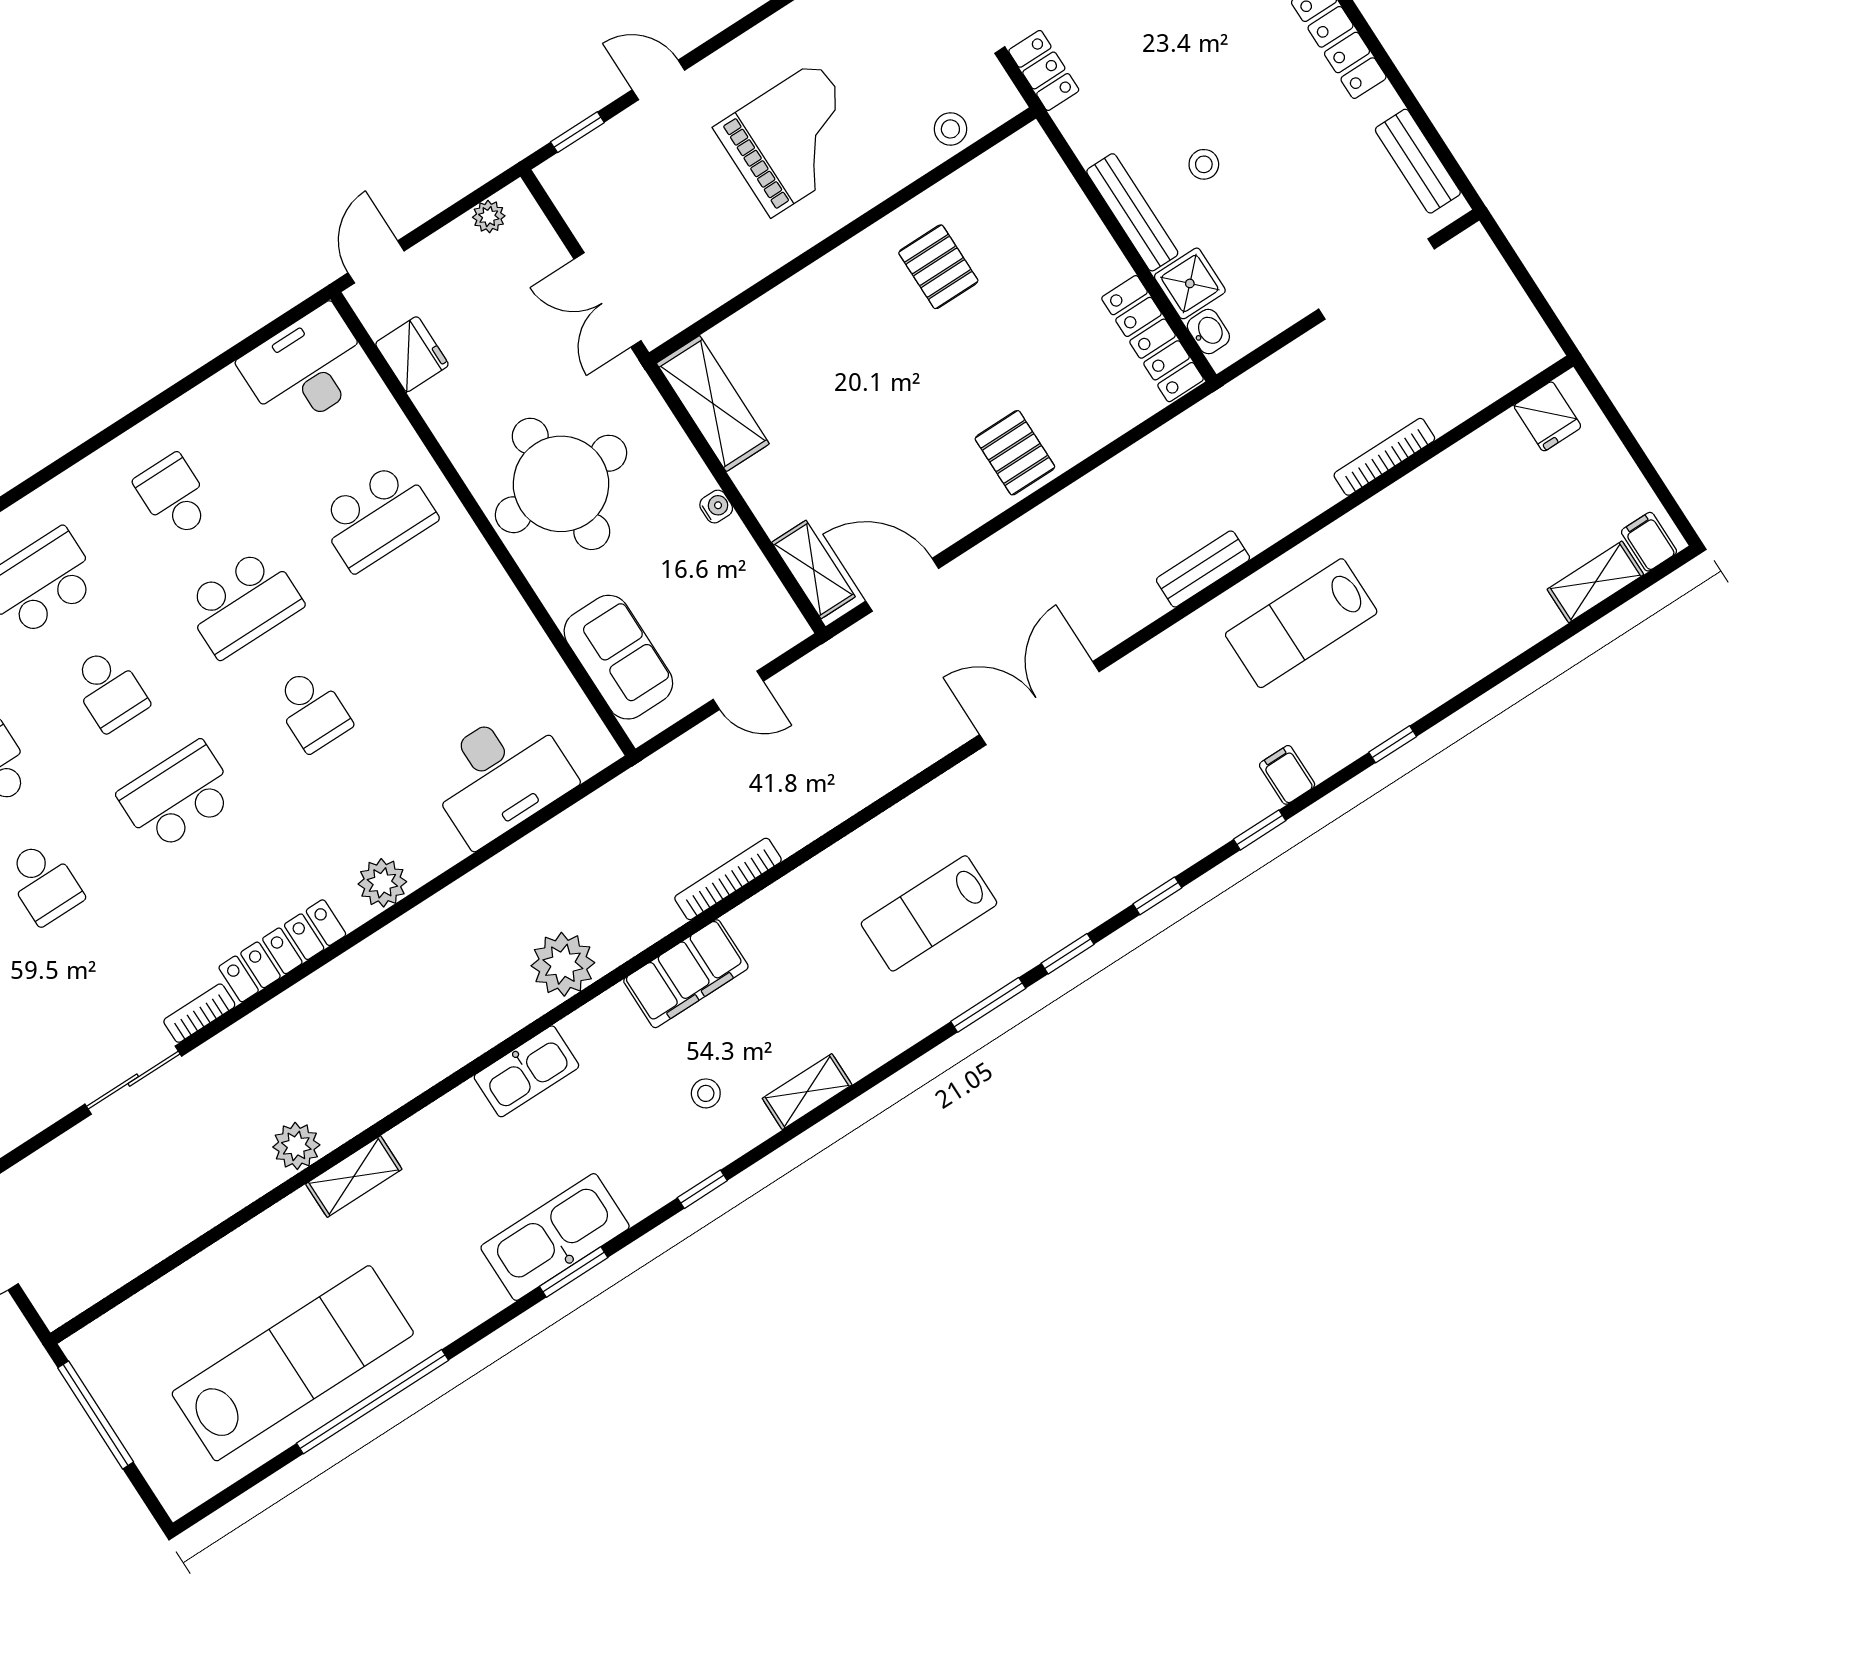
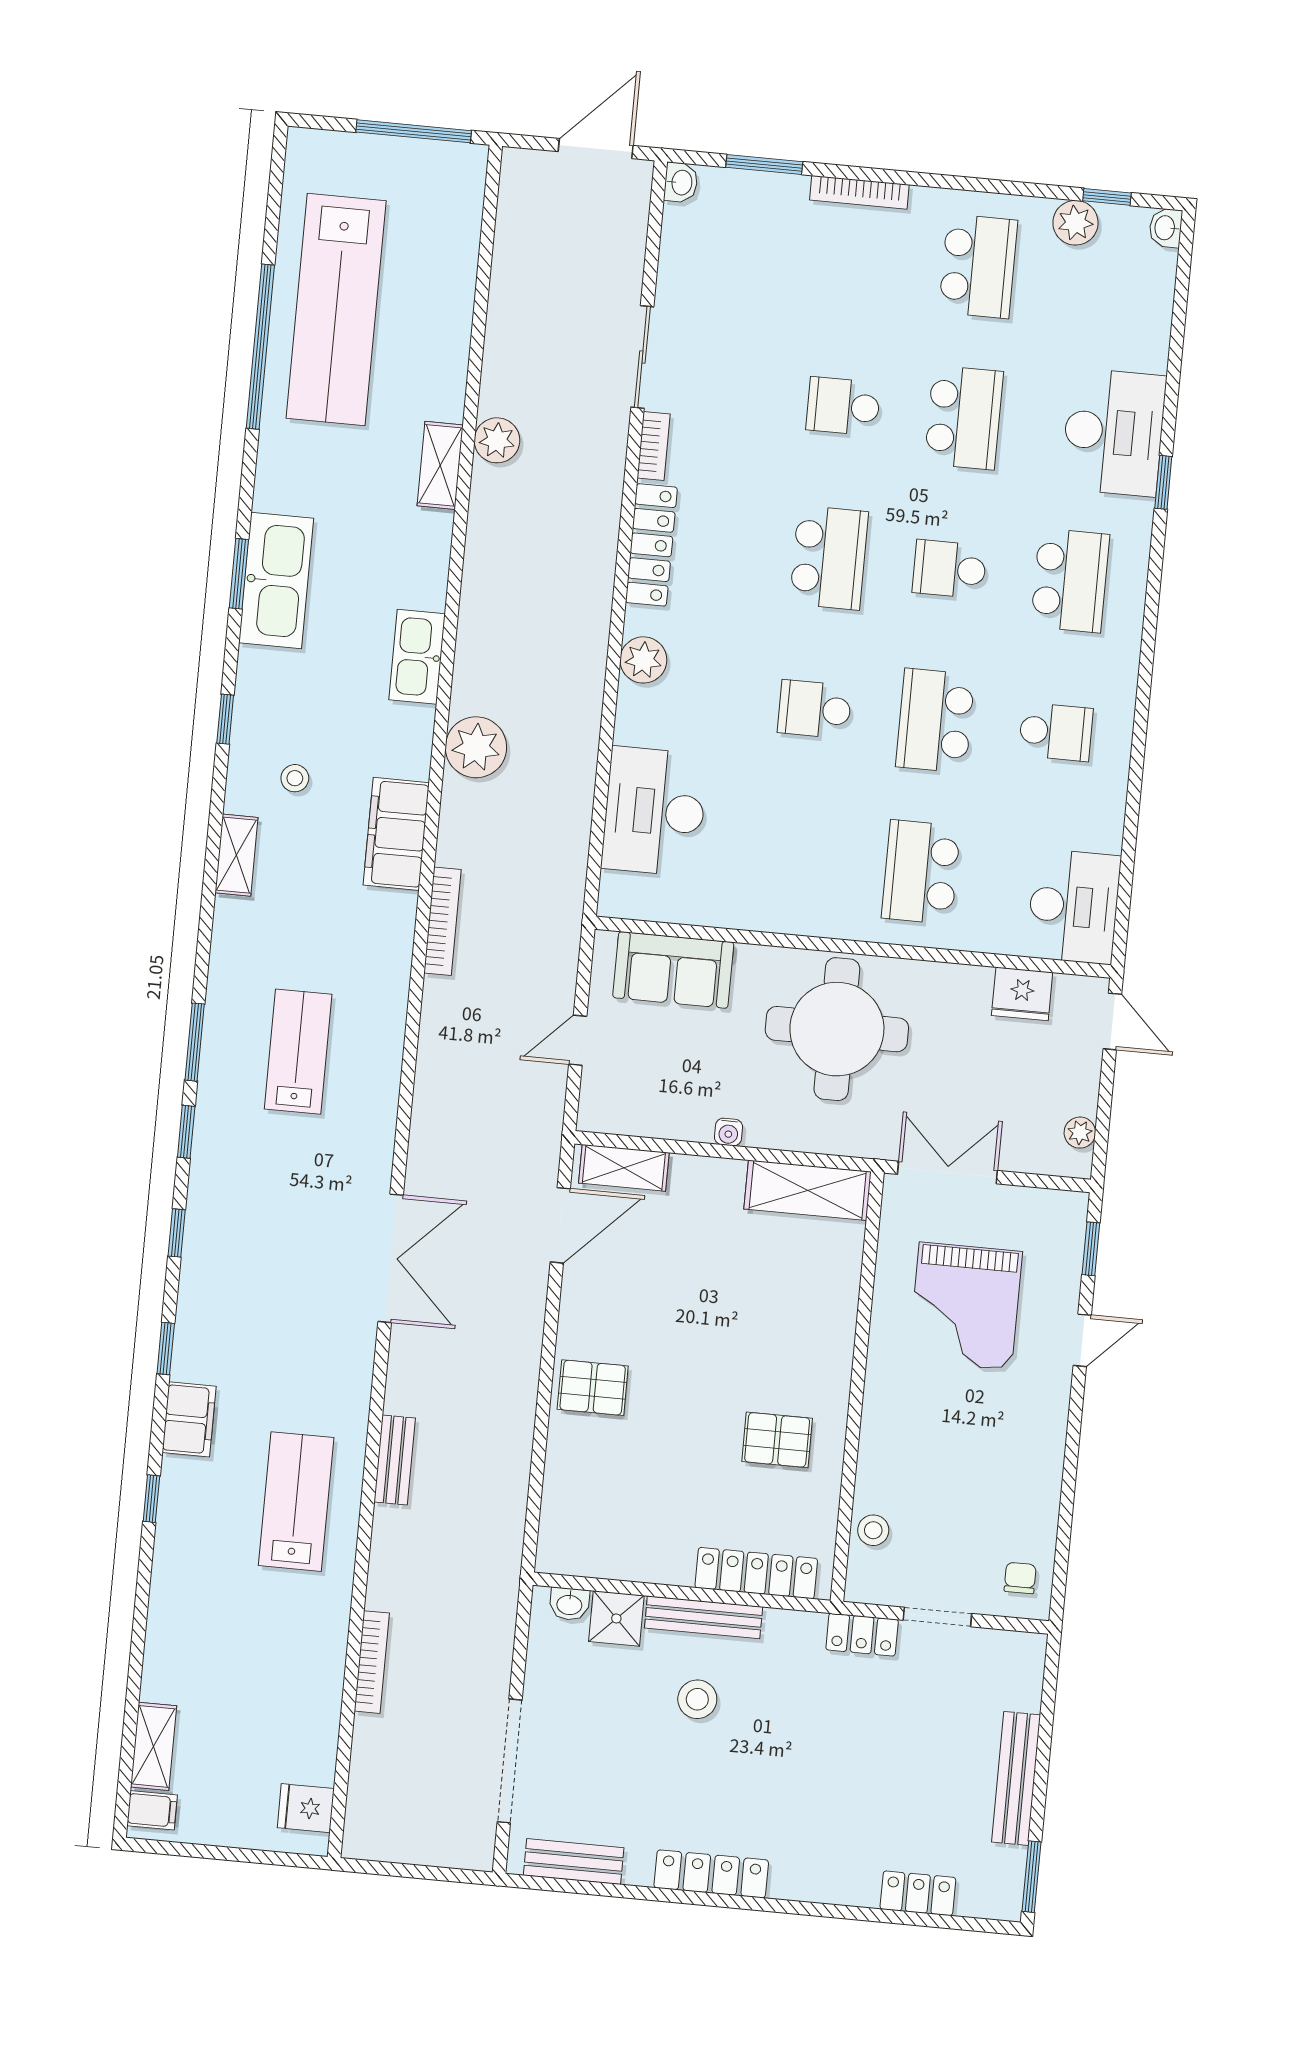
grand piano: (794, 139) -> (965, 1306), moved
stool: (1204, 164) -> (697, 1699), width x1.37, depth x1.37
locker: (1153, 339) -> (756, 1573), moved
filing cabinet: (1287, 775) -> (189, 1419), width x2.00

